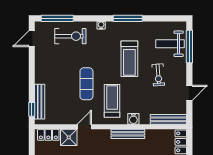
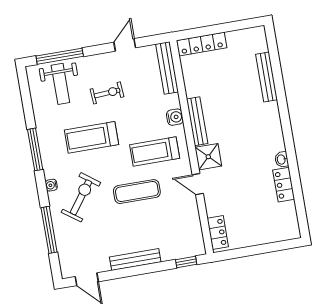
window: (57, 18) -> (49, 230), moved
exercise bike: (70, 36) -> (81, 197), moved, turned 36
treadmill: (129, 59) -> (91, 137), turned 180
door: (189, 93) -> (125, 45), hinge flipped
bench: (40, 102) -> (135, 259), moved
shower: (69, 137) -> (208, 157), moved

